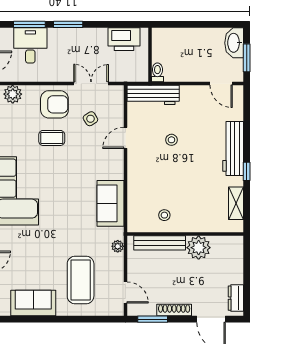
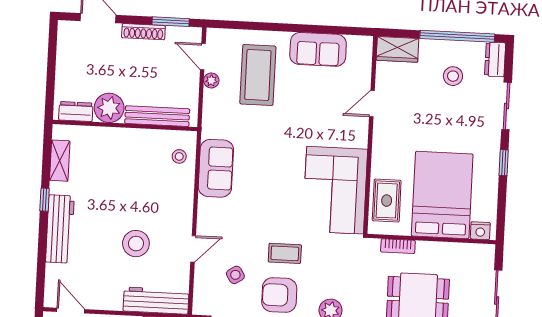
stool: (171, 140) -> (136, 244), width x1.89, depth x1.89
stool: (164, 215) -> (179, 156), moved
plant: (118, 246) -> (211, 81), moved
dresser: (236, 298) -> (76, 112), moved, turned -90

